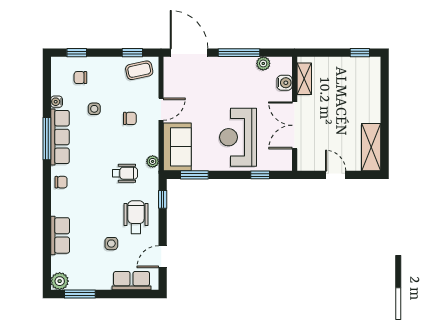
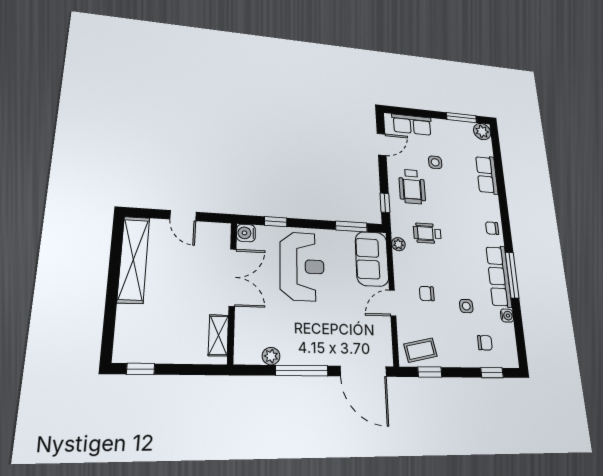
water cooler: (285, 83) -> (246, 233), moved
shelving: (371, 147) -> (133, 259), width x1.47

